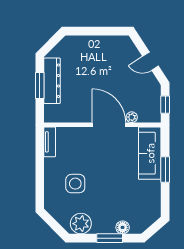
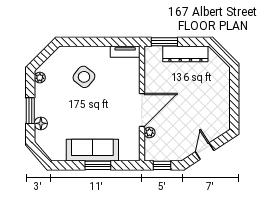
window: (40, 86) -> (164, 42), moved
sofa: (150, 153) -> (92, 150), moved
side table: (75, 184) -> (84, 77), turned 38
plant: (81, 224) -> (40, 78), width x0.53, depth x0.53

